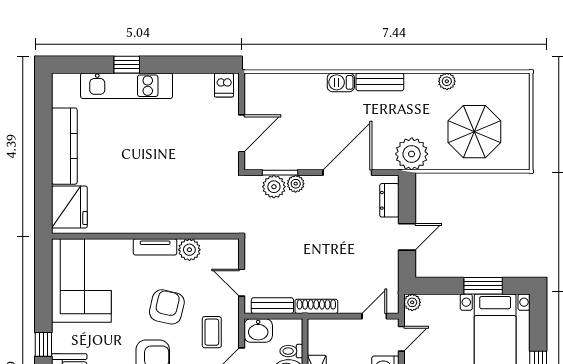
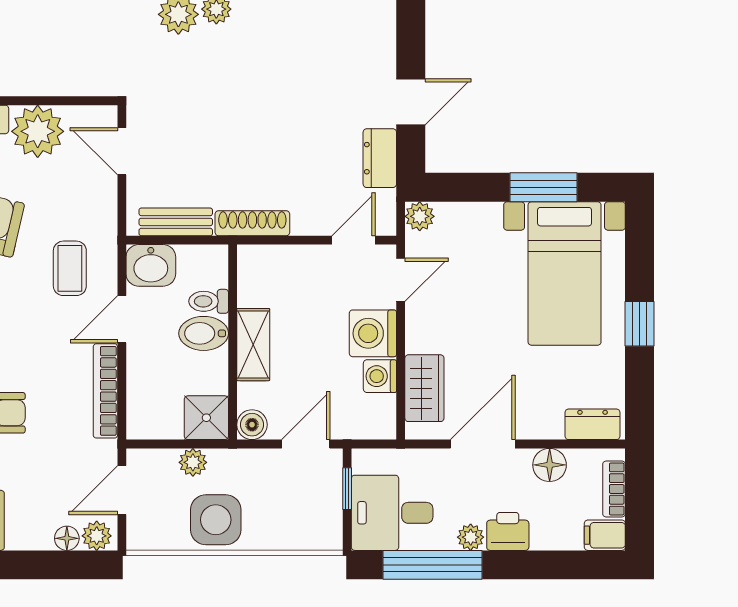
dresser: (389, 200) -> (380, 158), moved
plant: (189, 250) -> (38, 131), width x1.36, depth x1.36
door: (242, 283) -> (122, 151), moved

